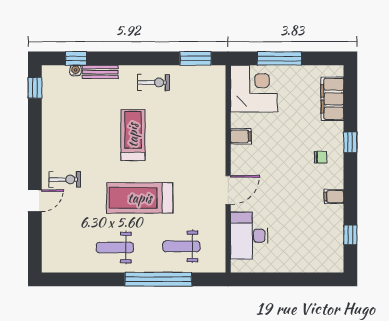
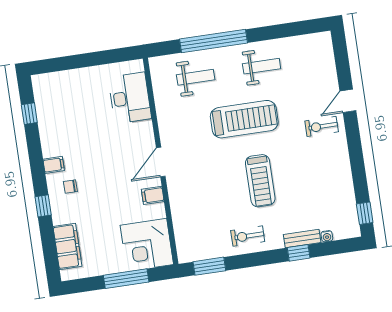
window: (76, 58) -> (299, 253), moved
door: (228, 190) -> (161, 162), moved
filing cabinet: (334, 197) -> (54, 165), moved

